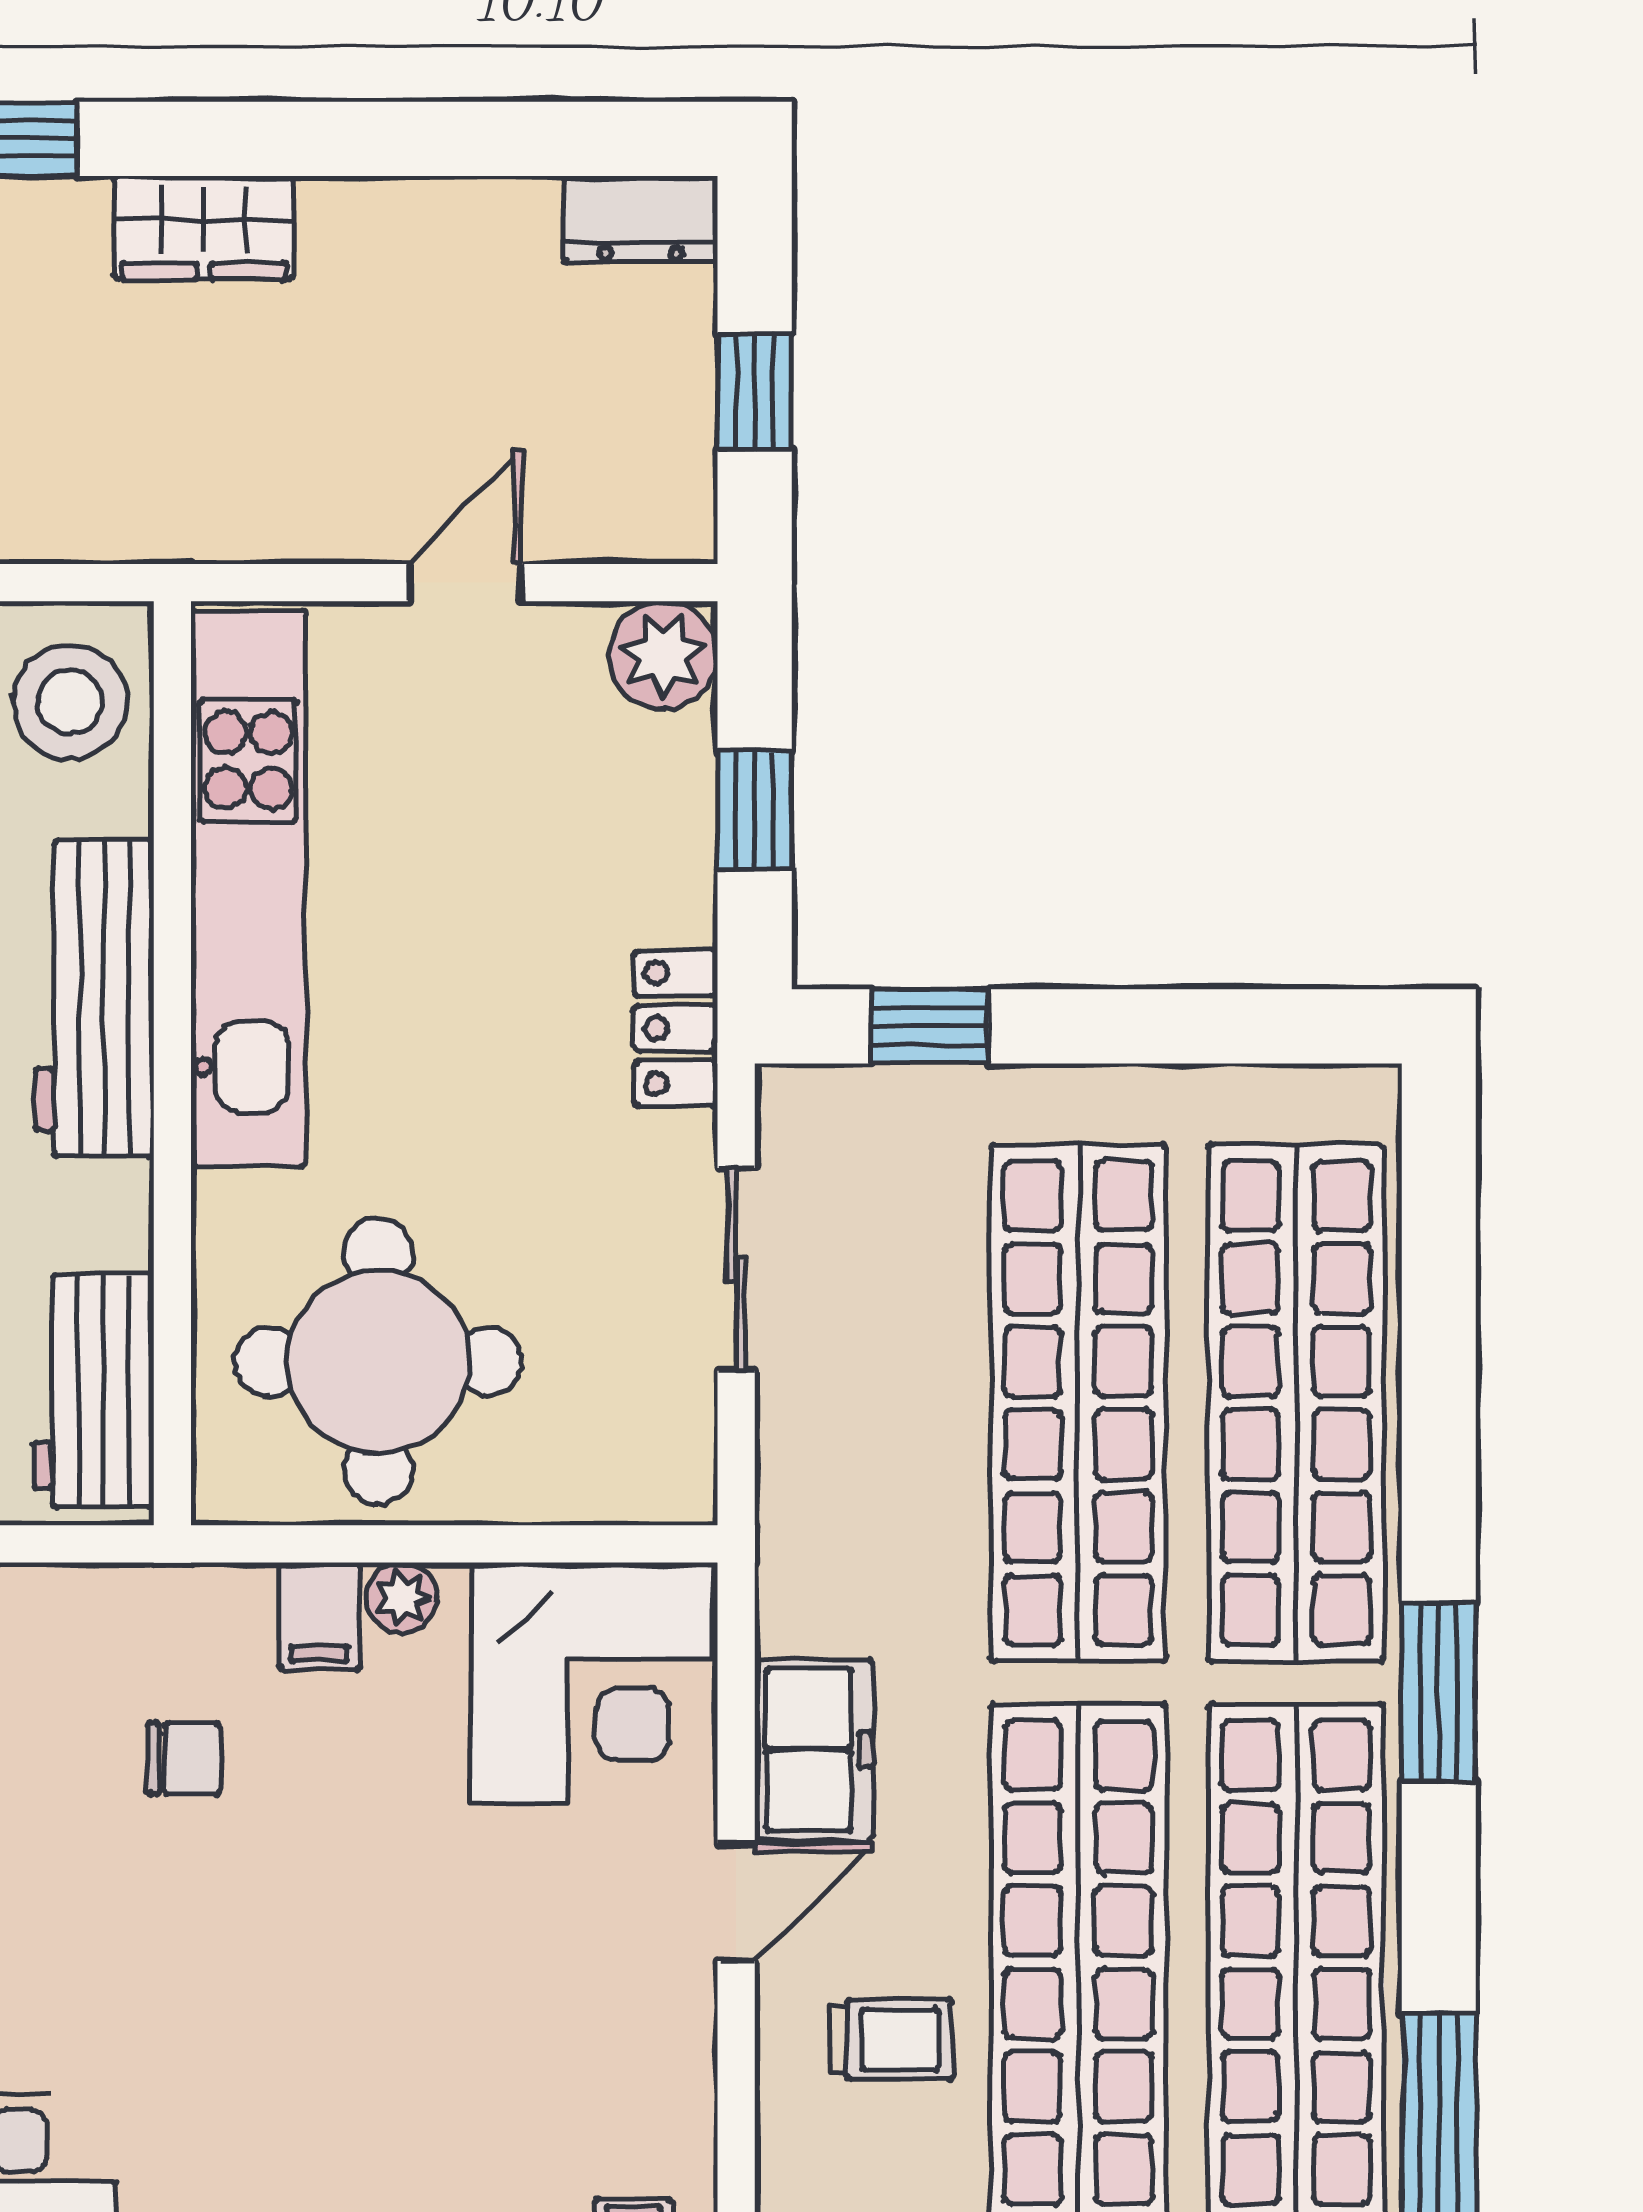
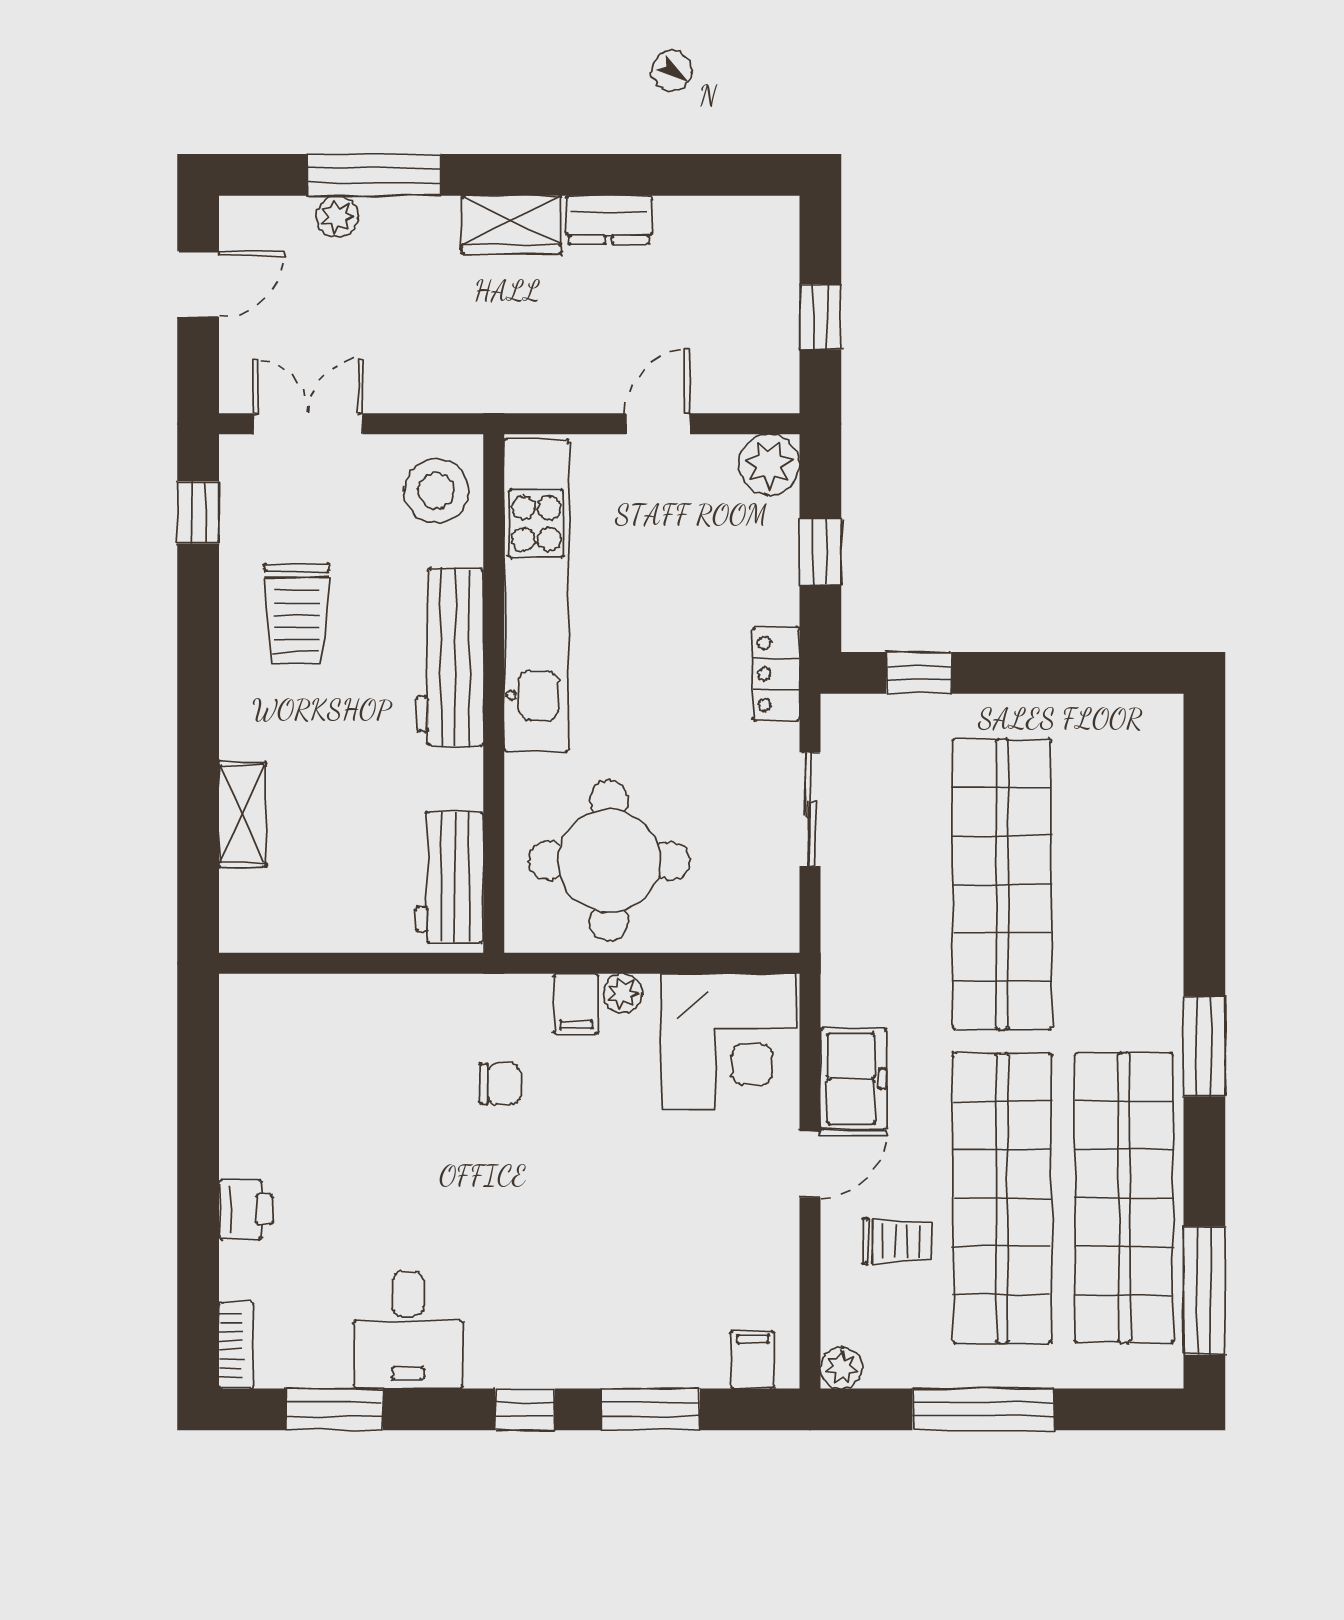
dresser: (641, 219) -> (609, 220), moved
shop shelf: (1296, 1403) -> (1124, 884), removed

